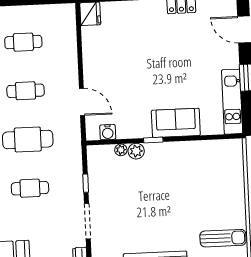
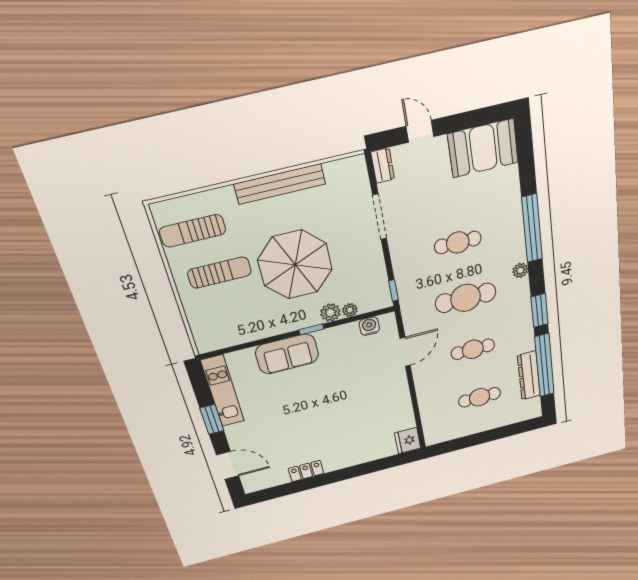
door: (82, 102) -> (405, 352), swing flipped
window: (86, 183) -> (394, 290), moved
parasol: (156, 197) -> (295, 265), added
sun lounger: (212, 202) -> (219, 273), added

